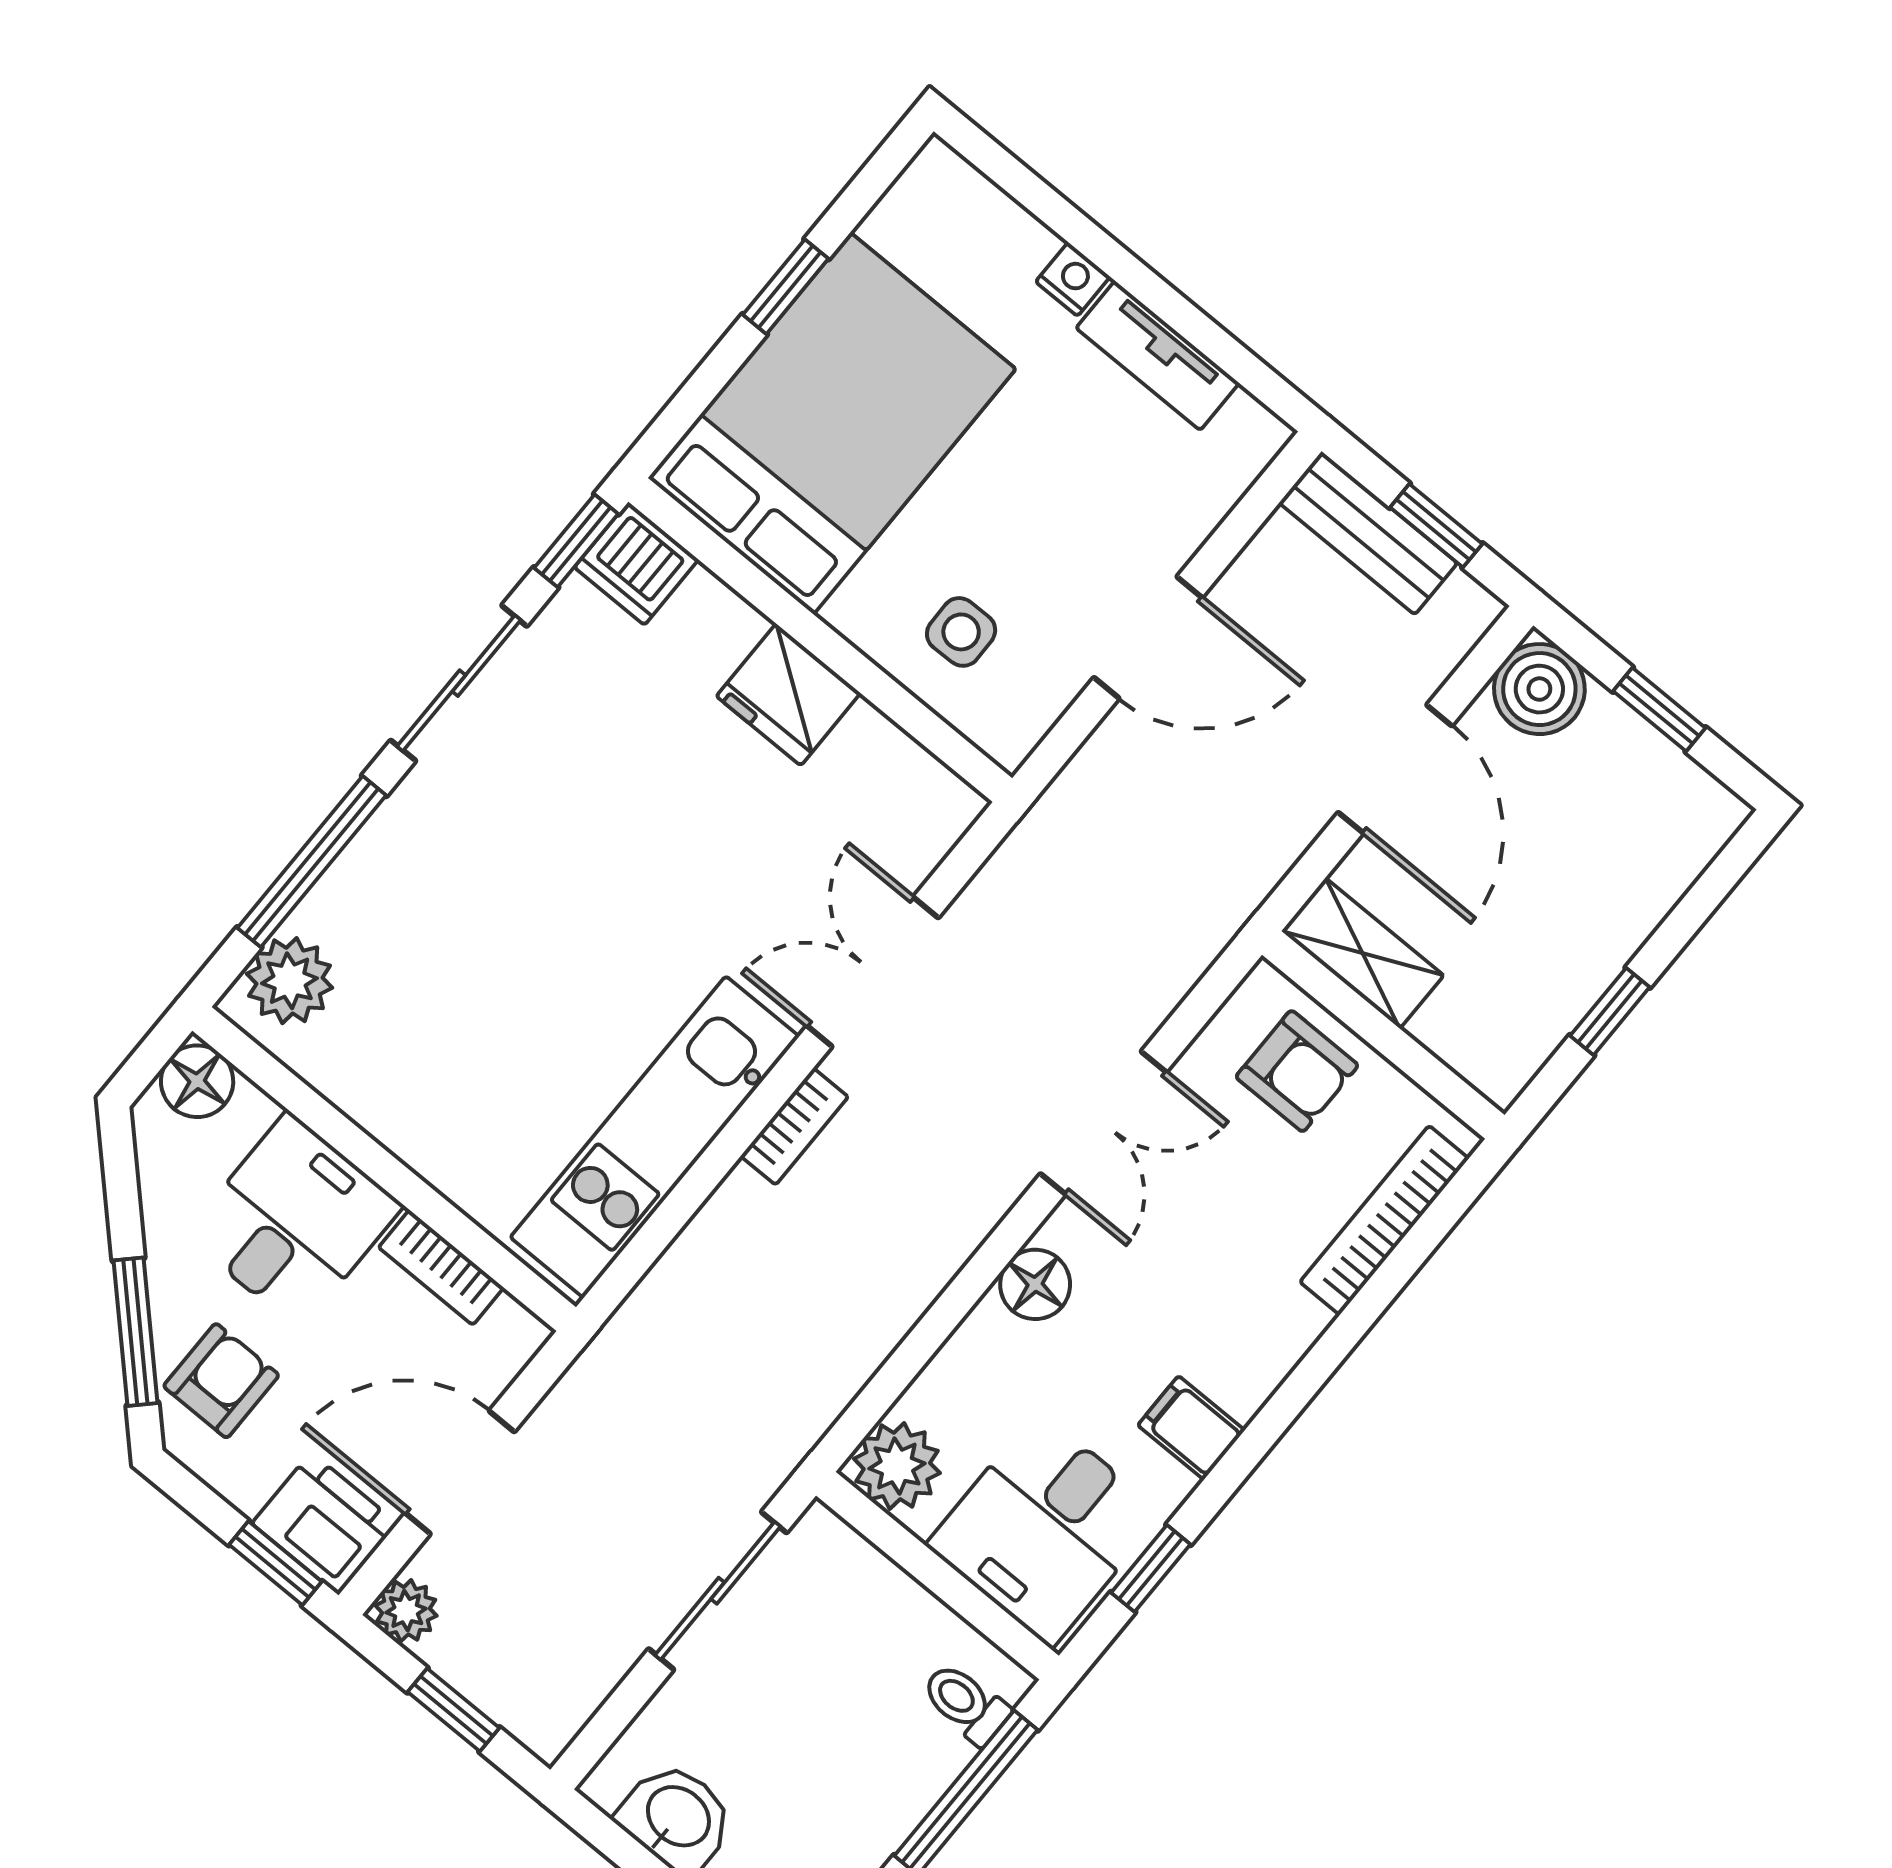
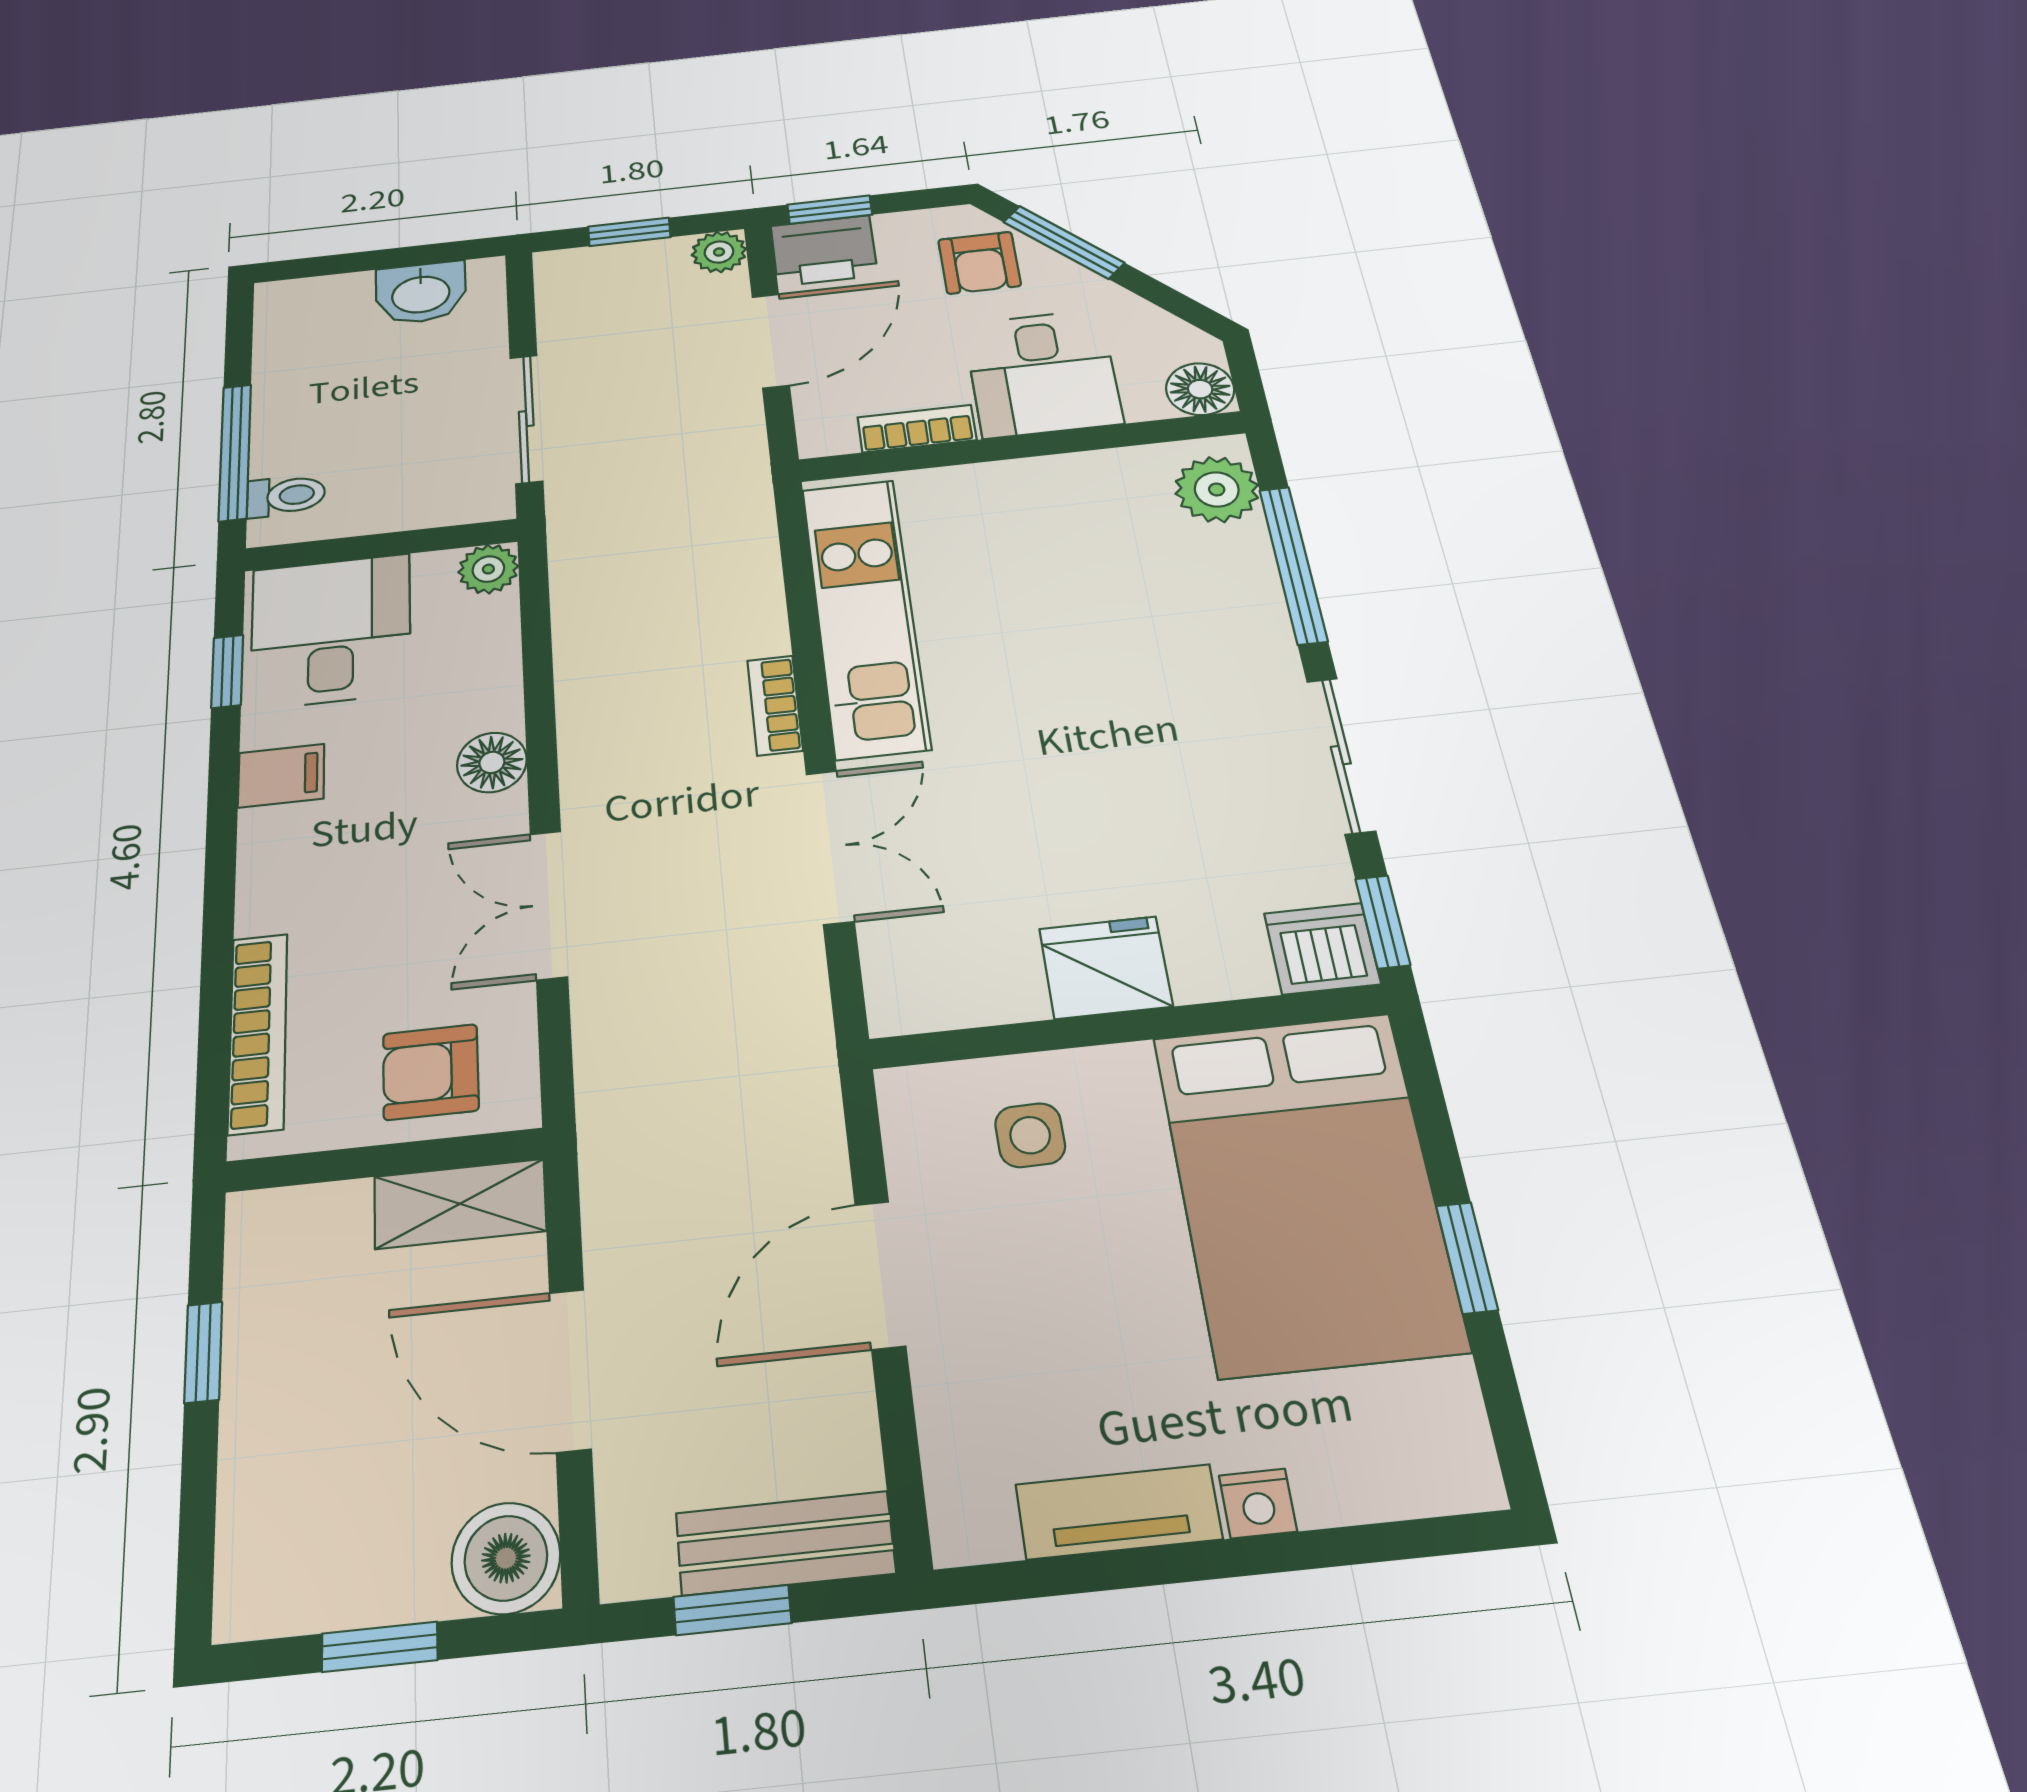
plant: (897, 1466) -> (488, 569), width x0.73, depth x0.73

